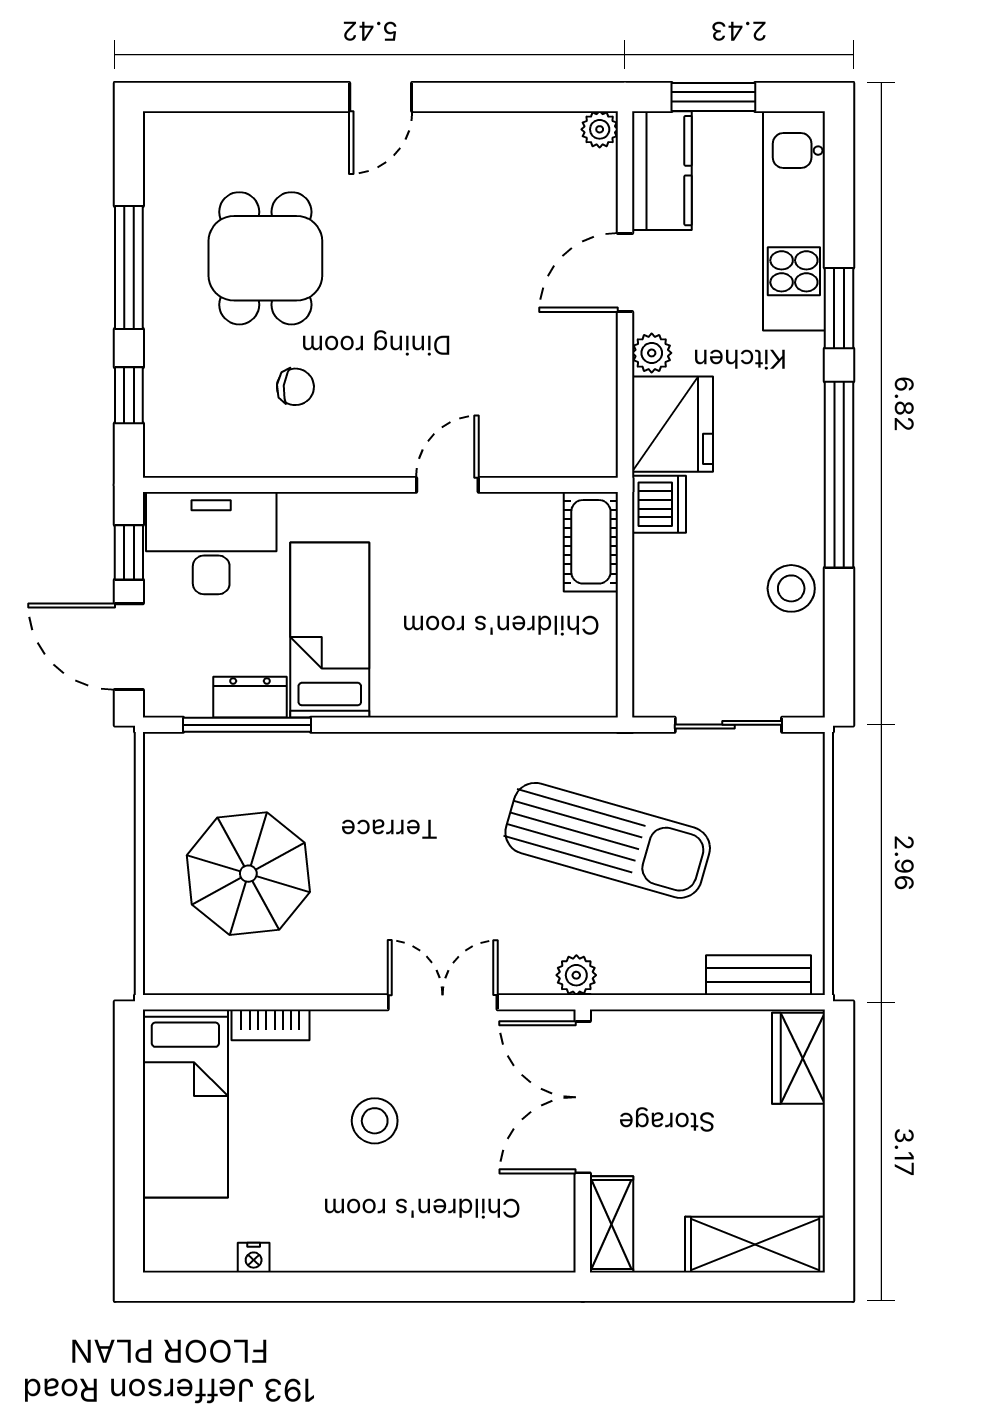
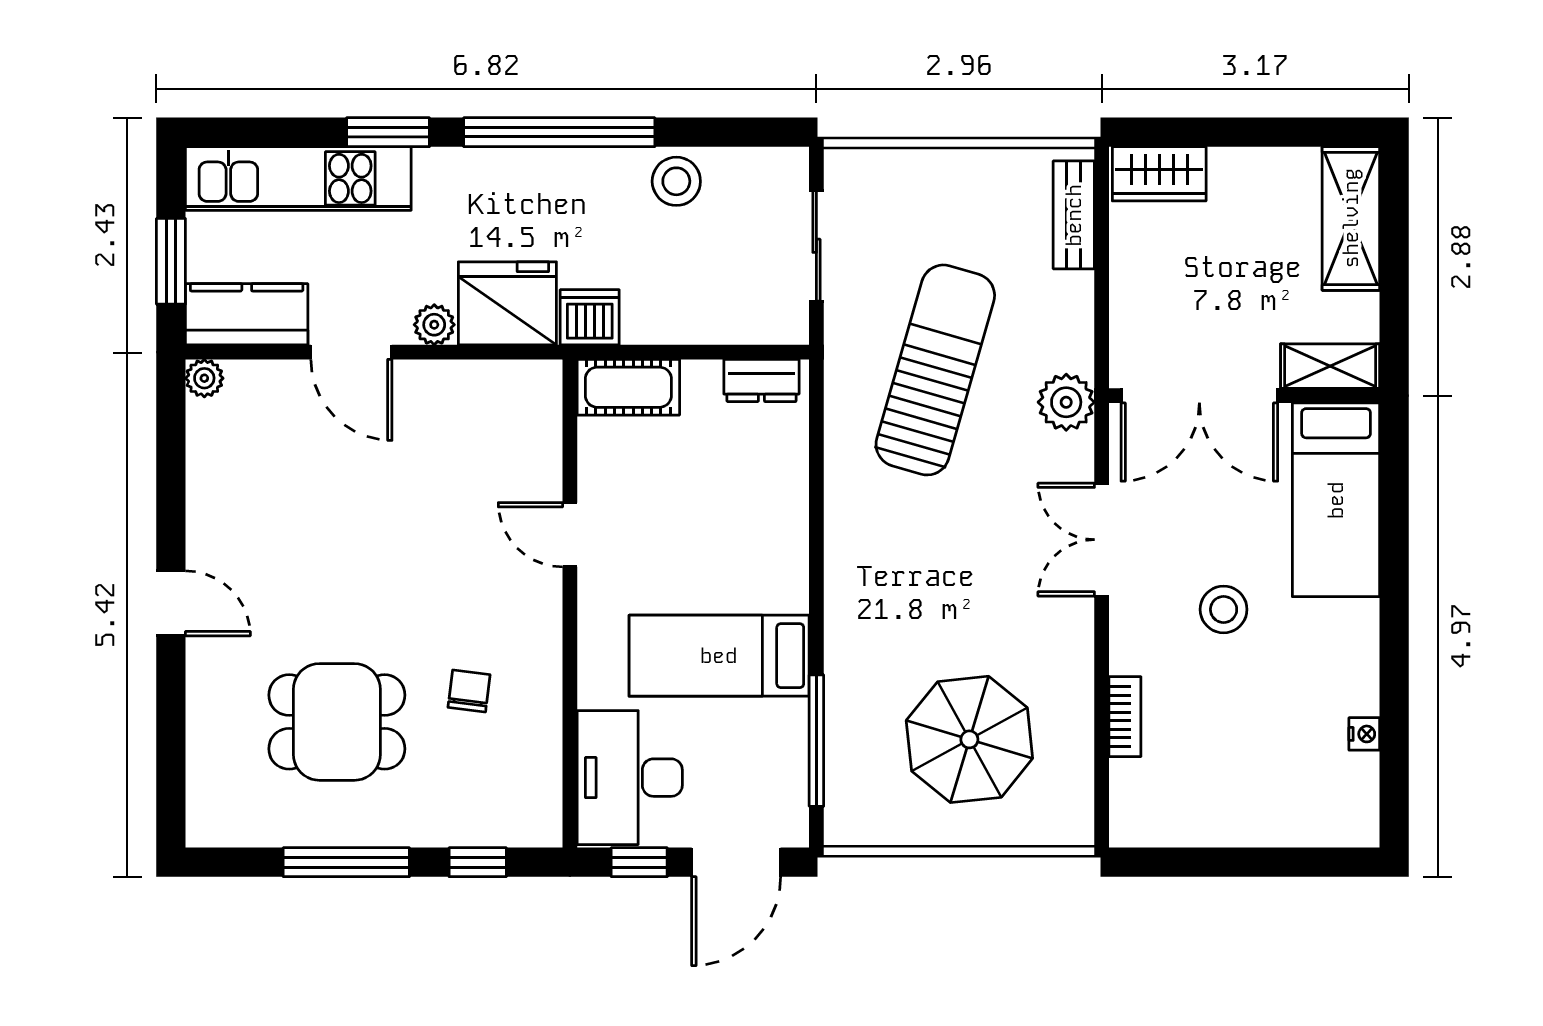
dresser: (250, 697) -> (761, 381), moved, turned -90
plant: (576, 975) -> (1066, 402), width x1.38, depth x1.38
bed: (185, 1103) -> (1336, 500), moved, turned 90

